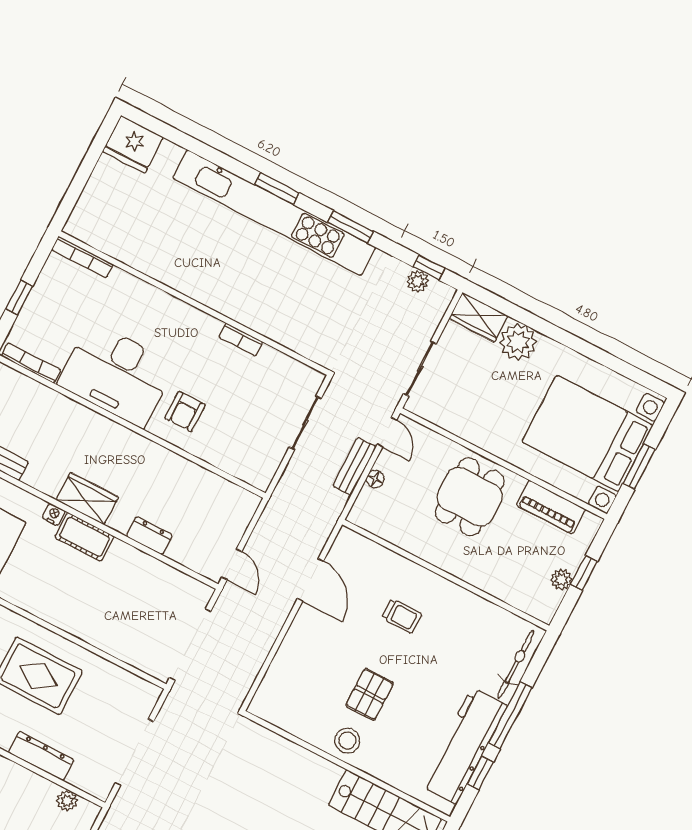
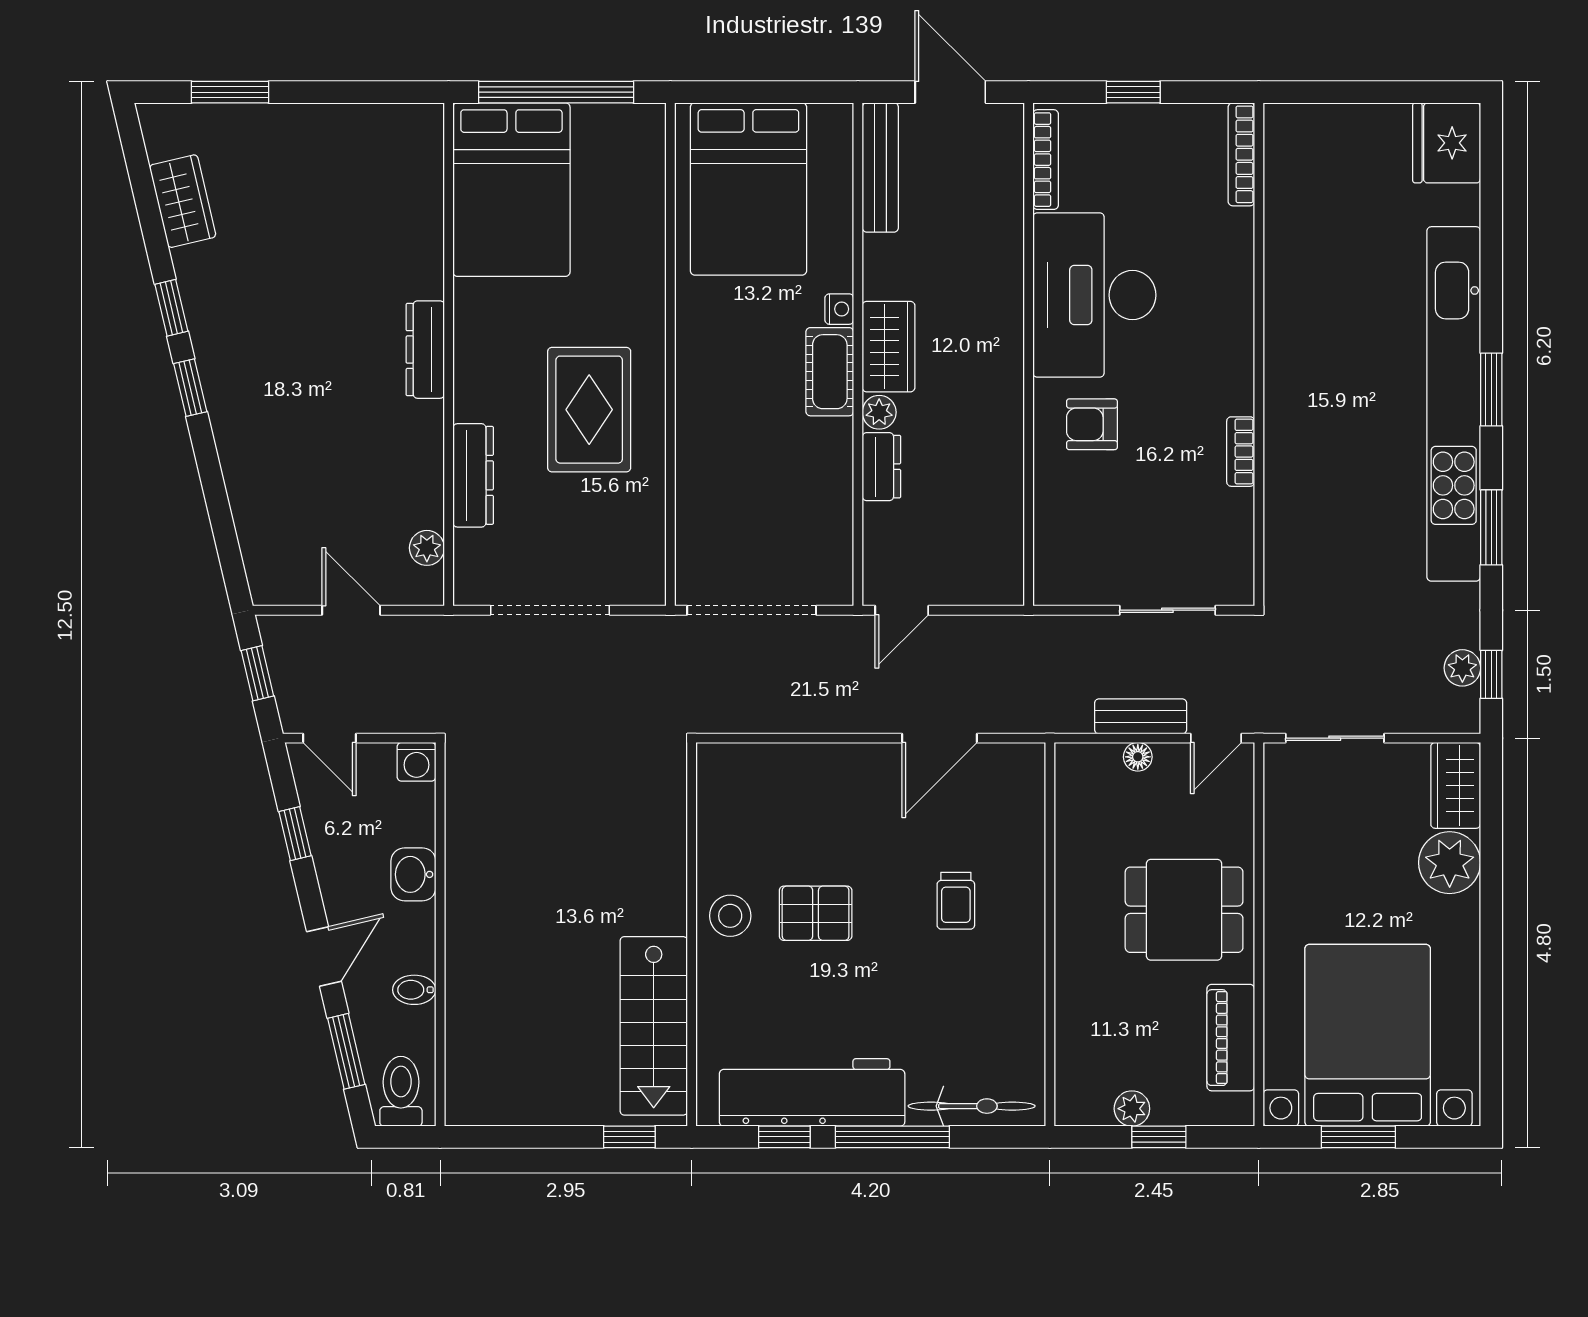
plant: (120, 522) -> (879, 412), added

